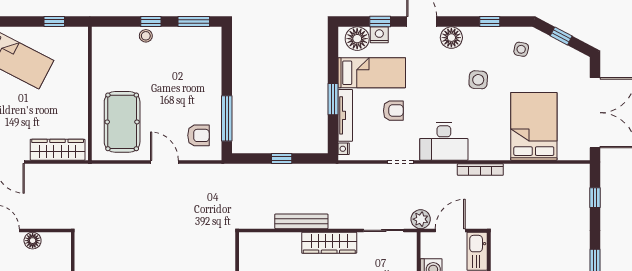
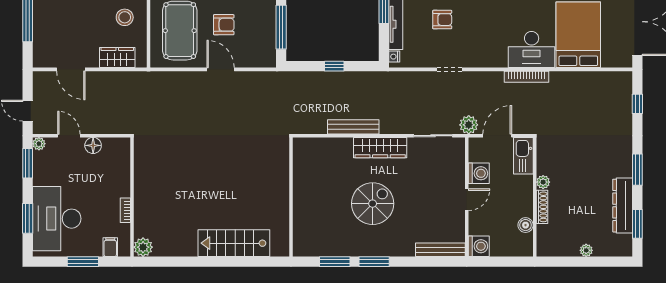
stool: (65, 108) -> (125, 17), added
armchair: (198, 135) -> (224, 25), moved
desk: (444, 141) -> (532, 50), moved
wardrobe: (58, 150) -> (117, 58), width x0.67

